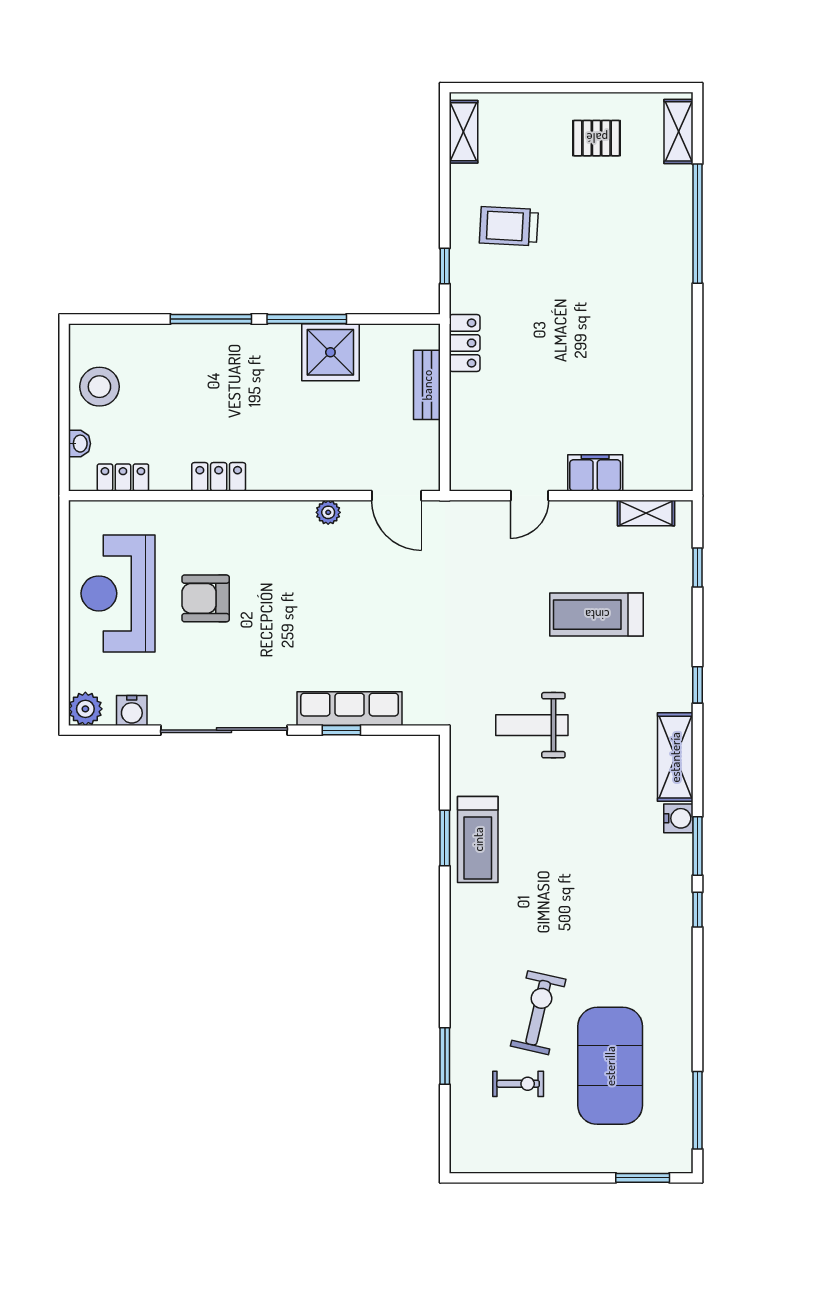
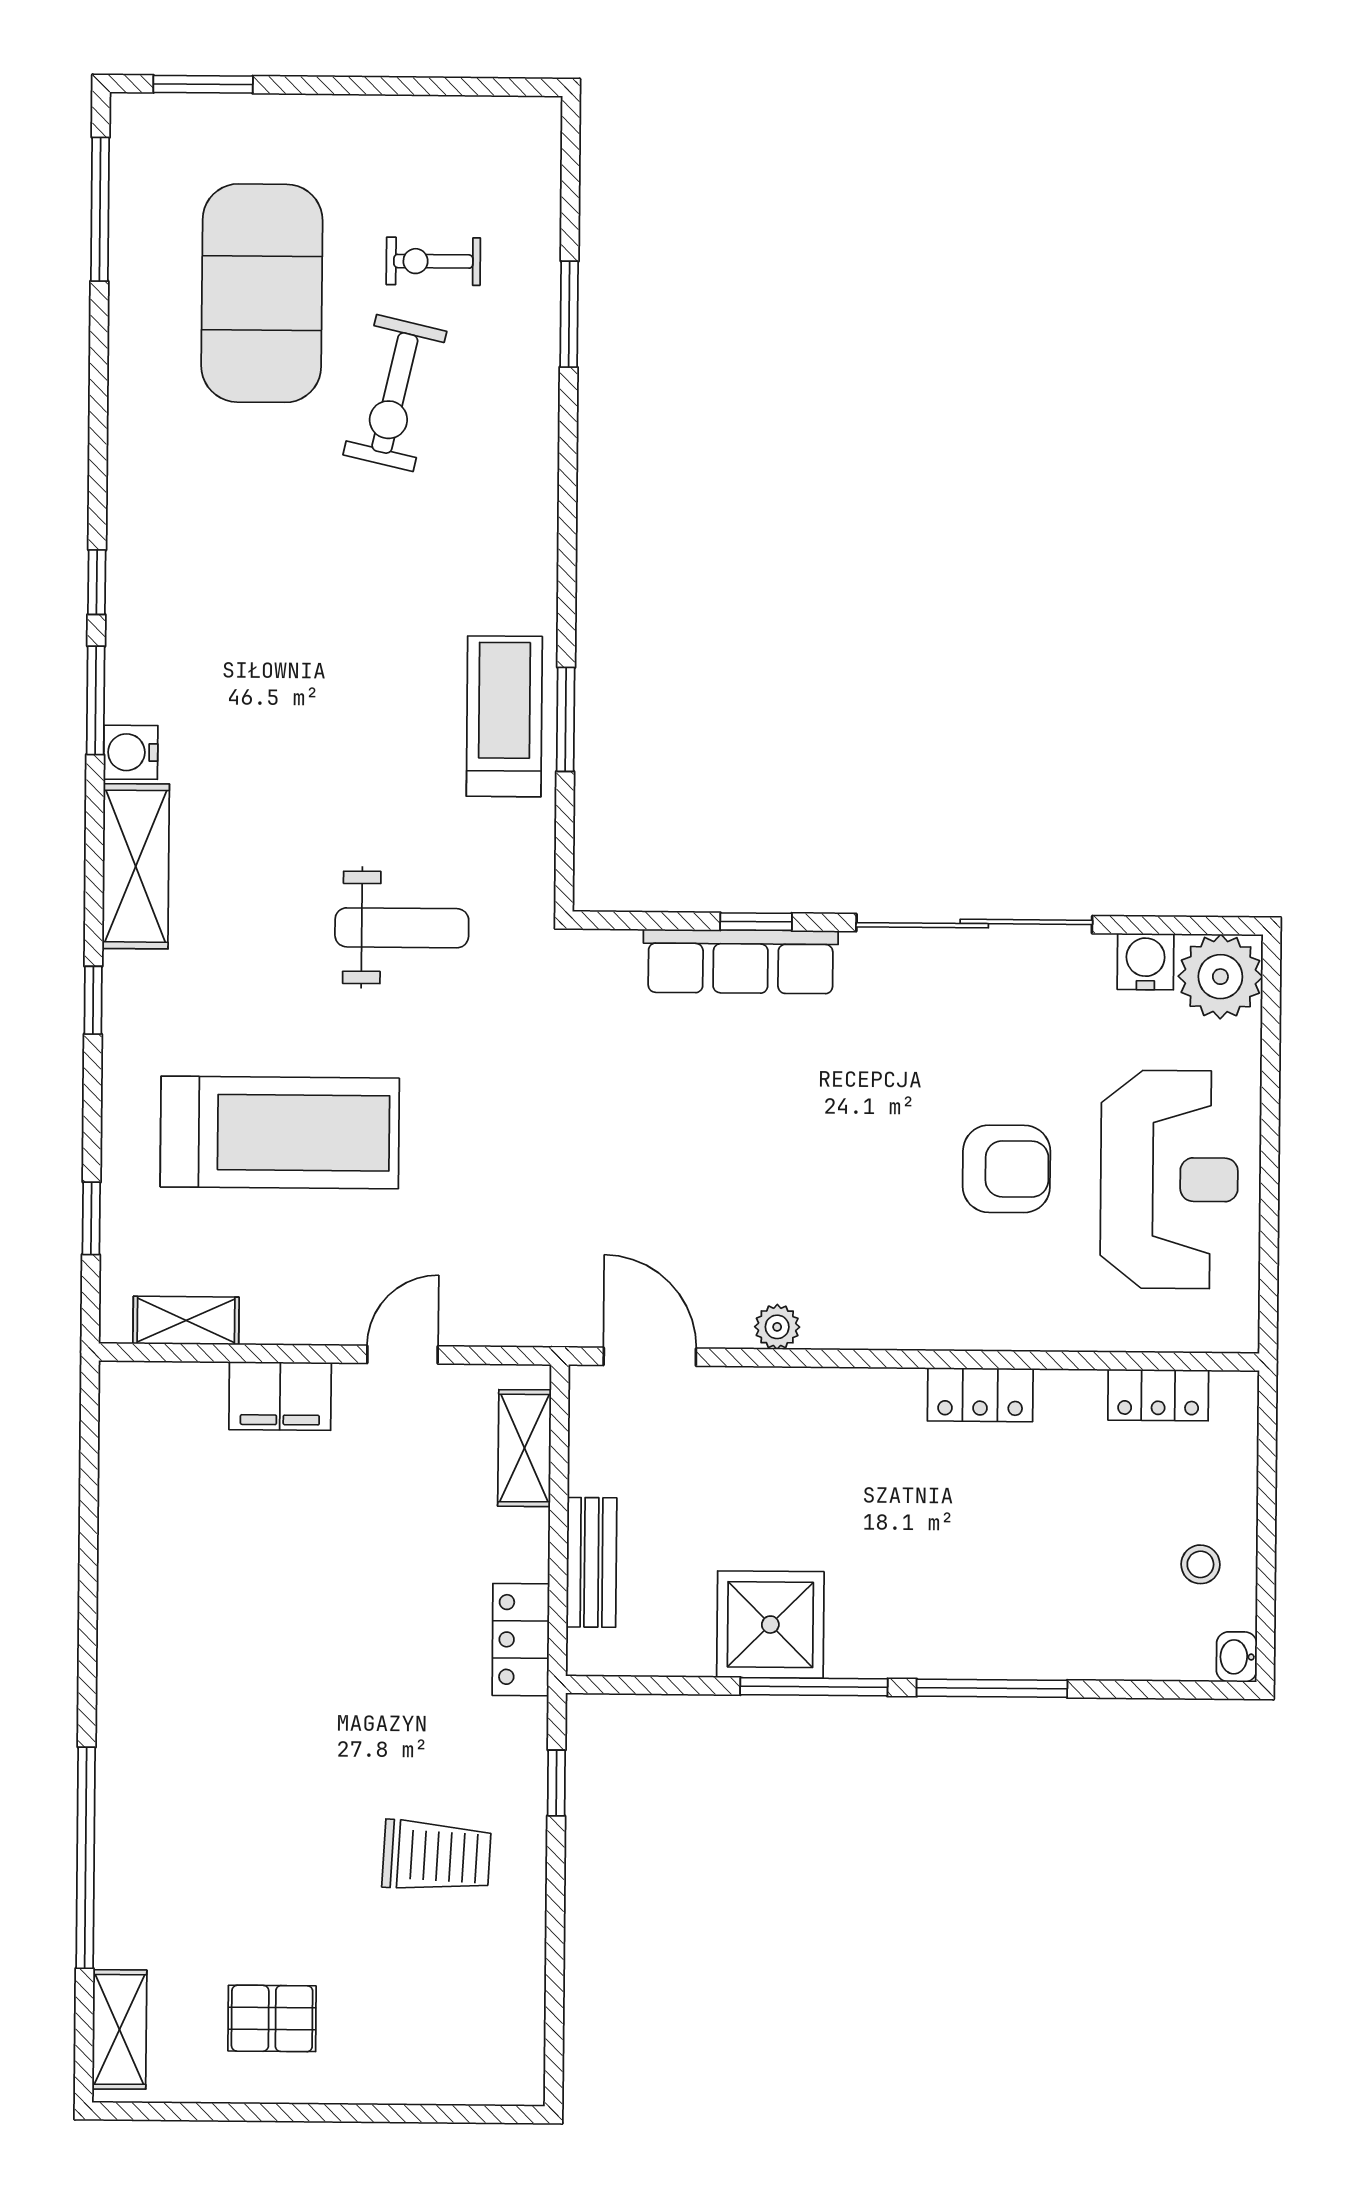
shelving: (463, 132) -> (525, 1448), moved
stool: (99, 387) -> (1200, 1564), width x0.53, depth x0.53
washbasin: (80, 444) -> (1237, 1657), moved
treadmill: (597, 615) -> (280, 1132), width x1.37, depth x1.38
plant: (85, 709) -> (1220, 977), width x1.36, depth x1.36

